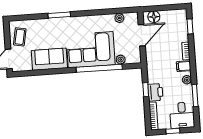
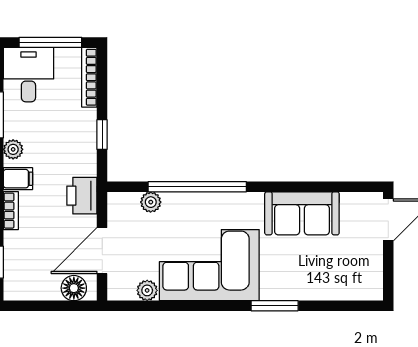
coffee table: (20, 37) -> (362, 265), removed
corner sofa: (91, 50) -> (209, 265), moved, turned 180
printer: (155, 92) -> (82, 196), moved
window: (173, 131) -> (50, 42), width x2.17

